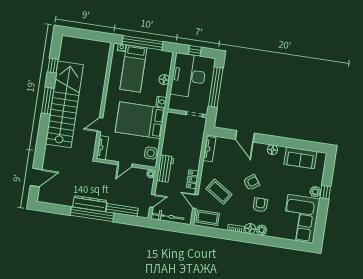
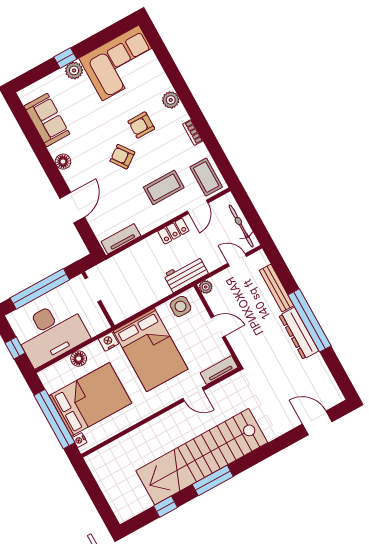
bed: (133, 69) -> (90, 399), width x1.50
coffee table: (219, 192) -> (164, 187), turned 57
floor lamp: (250, 229) -> (180, 115), removed

